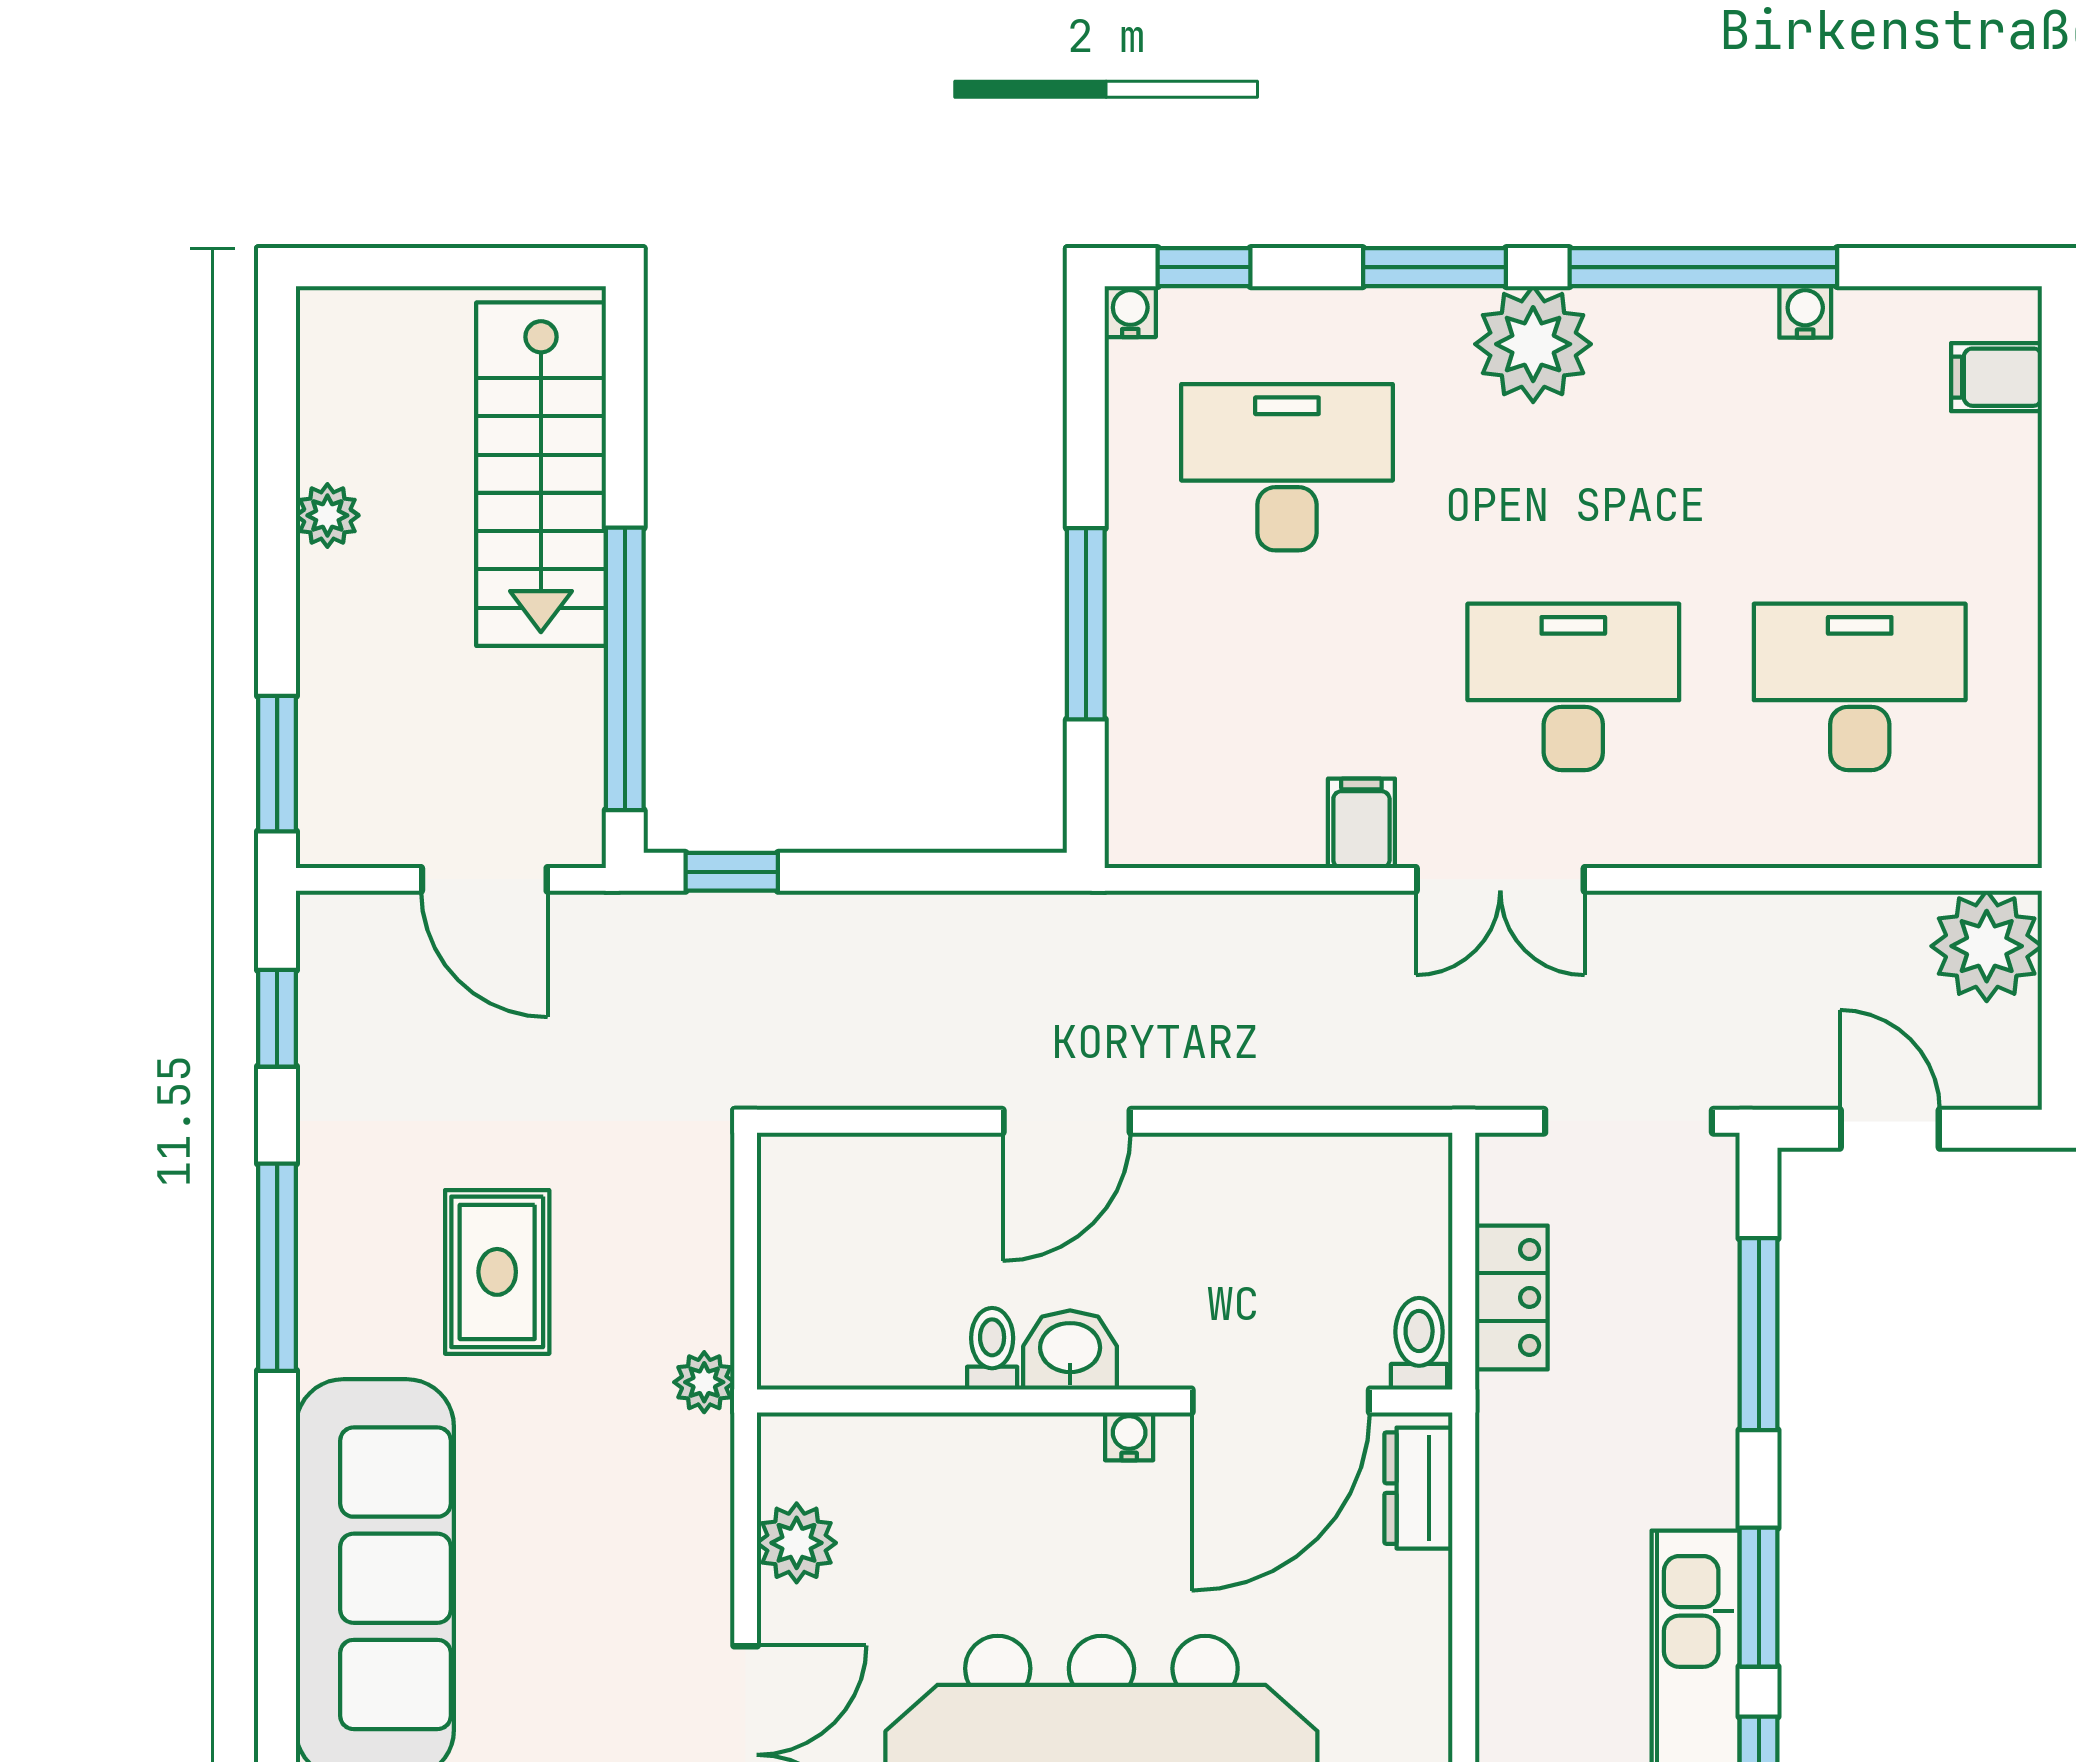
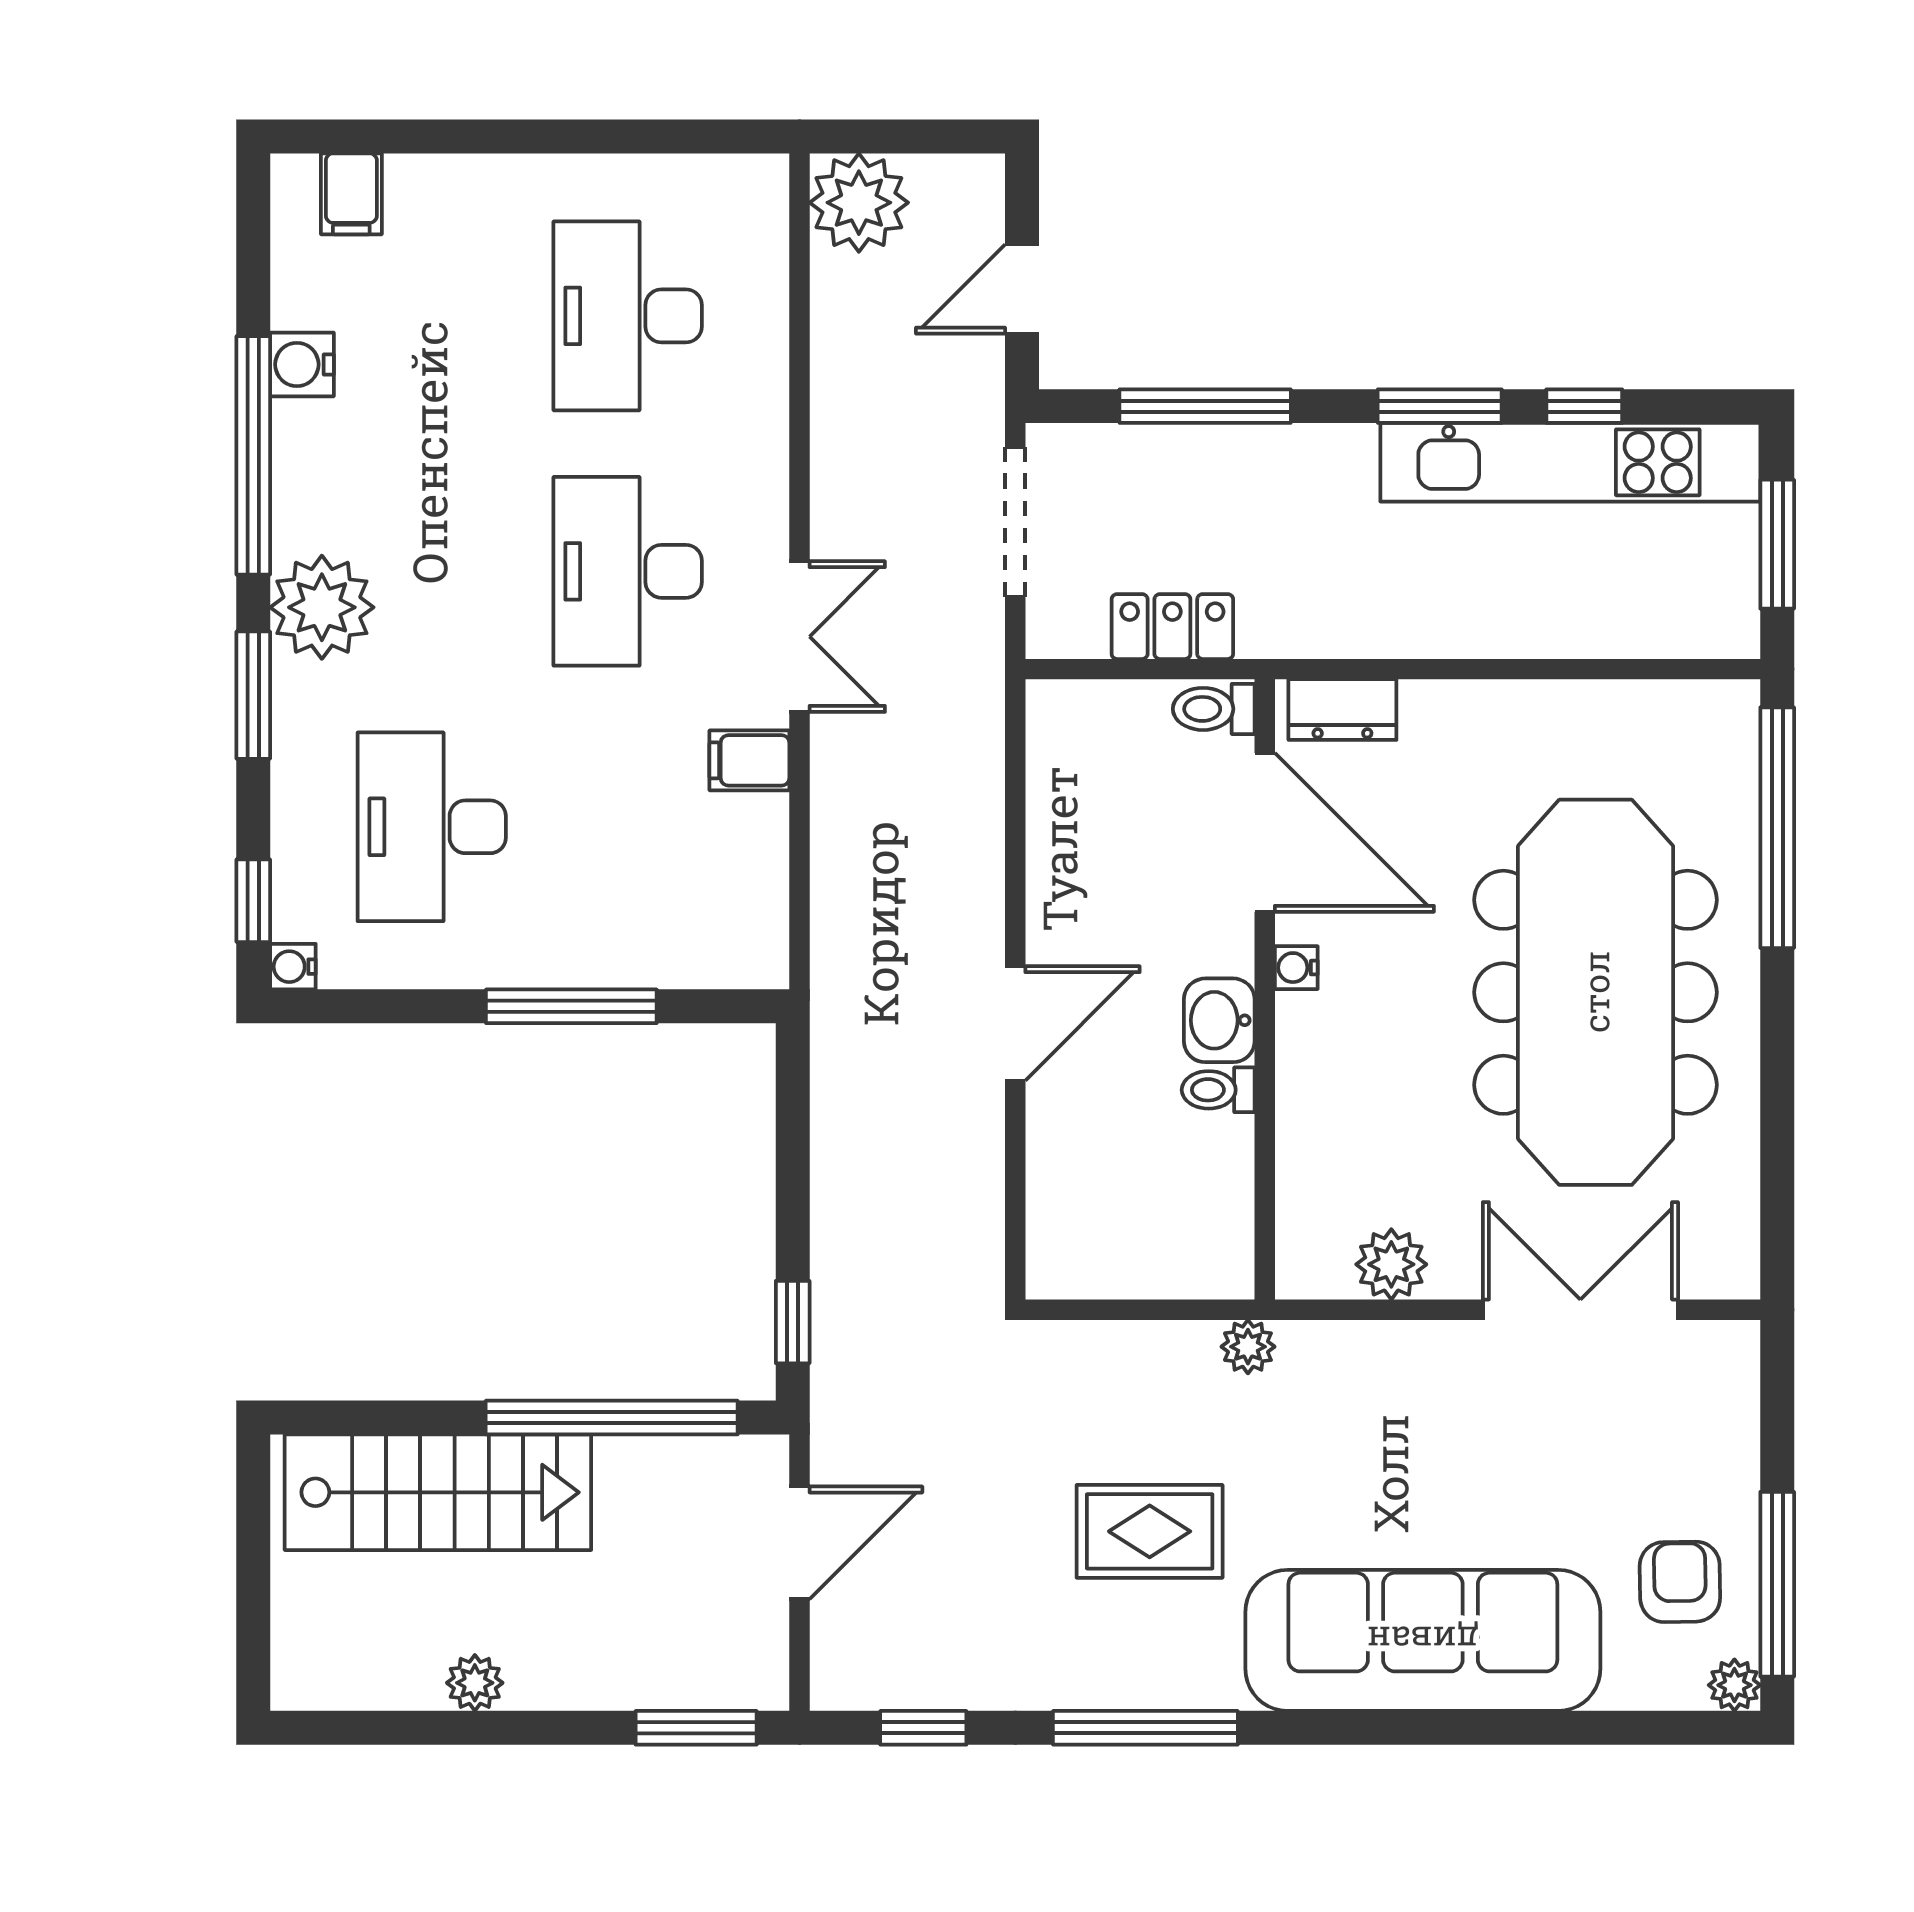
water cooler: (1805, 312) -> (302, 364), width x1.38, depth x1.38
door: (1067, 1121) -> (1015, 1023), hinge flipped

